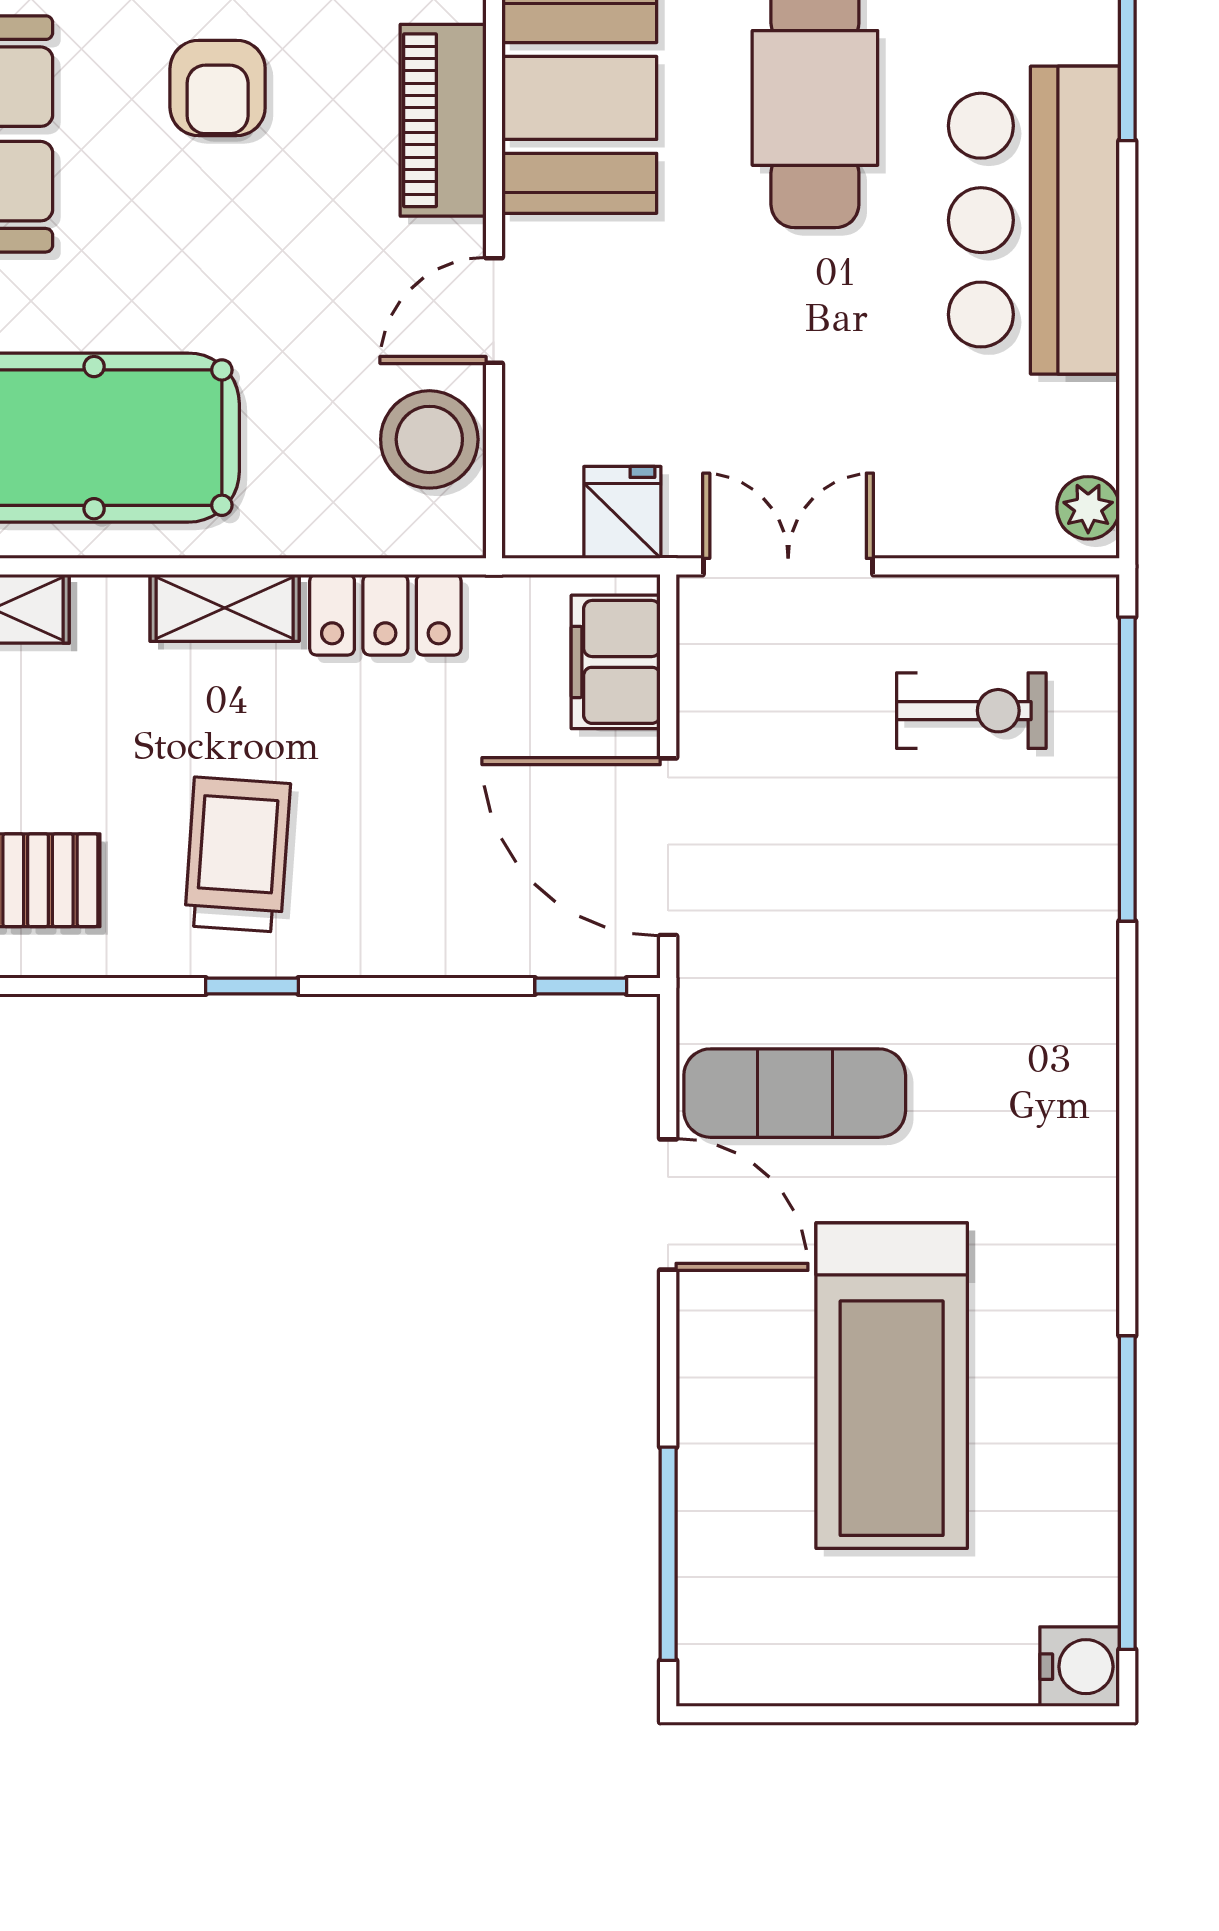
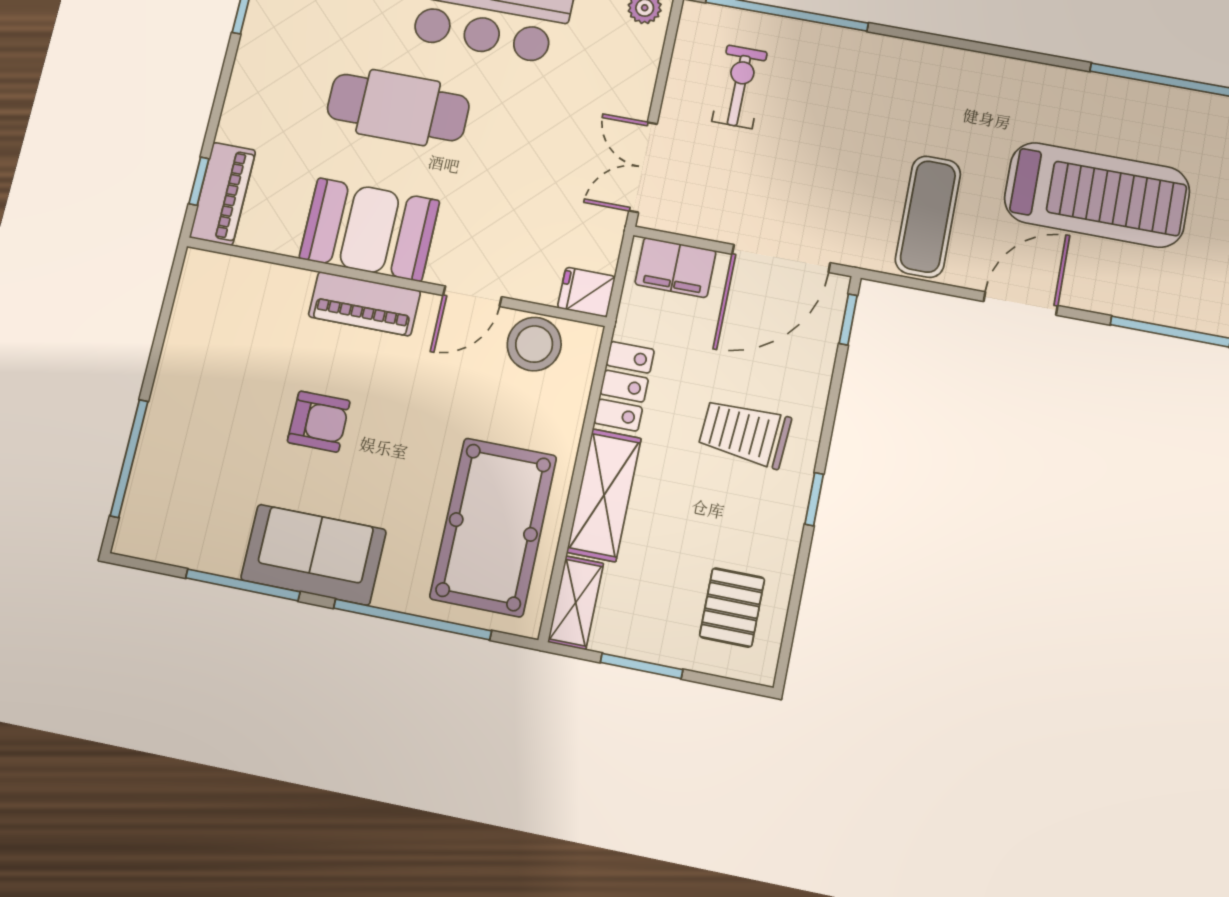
door: (494, 310) -> (472, 296), hinge flipped
fridge: (622, 512) -> (586, 292), moved
shelving: (225, 608) -> (604, 495), width x1.50, depth x1.33
trolley: (237, 855) -> (745, 433), moved
door: (668, 1205) -> (1021, 303), moved

